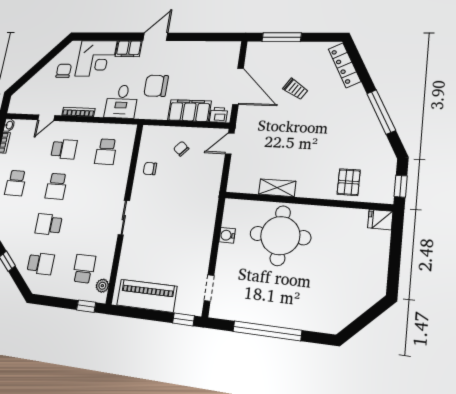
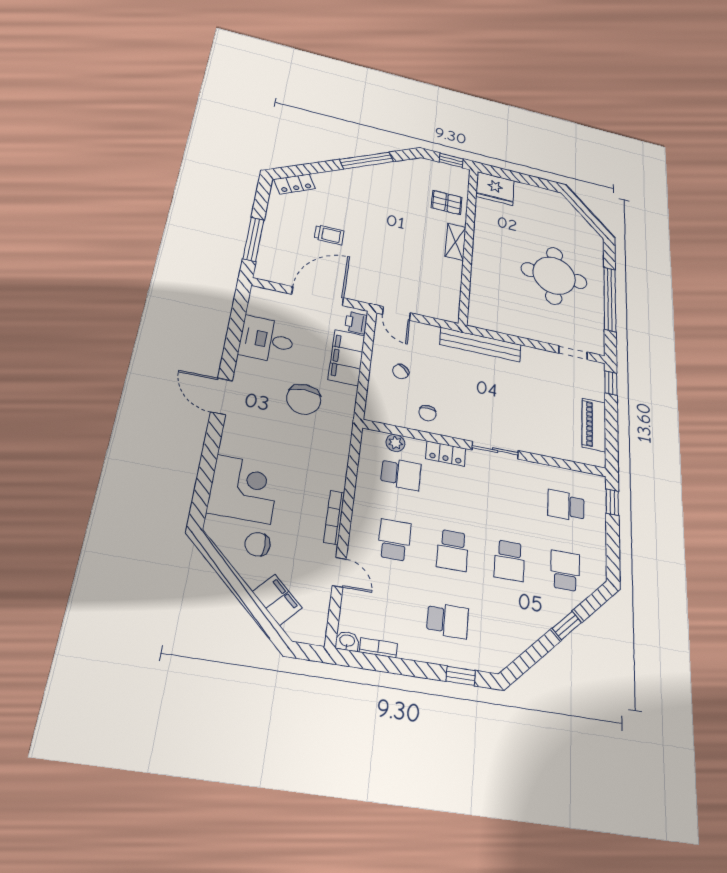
filing cabinet: (129, 49) -> (277, 600), moved, turned -47
locker: (344, 65) -> (295, 184), width x0.66
trolley: (295, 89) -> (329, 235), turned 57
desk: (122, 102) -> (267, 340), moved, turned 180
locker: (121, 182) -> (446, 454), added
school desk: (56, 186) -> (453, 550), turned 90
shelving: (277, 188) -> (456, 242), moved
bench: (209, 209) -> (480, 345), added
fridge: (380, 220) -> (495, 188), width x1.88, depth x1.34
water cooler: (227, 235) -> (511, 328), removed
round table: (280, 236) -> (554, 276), moved
plant: (102, 286) -> (395, 443), moved
piano: (147, 296) -> (594, 425), width x0.73, depth x0.75

